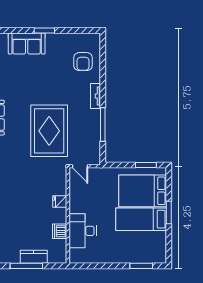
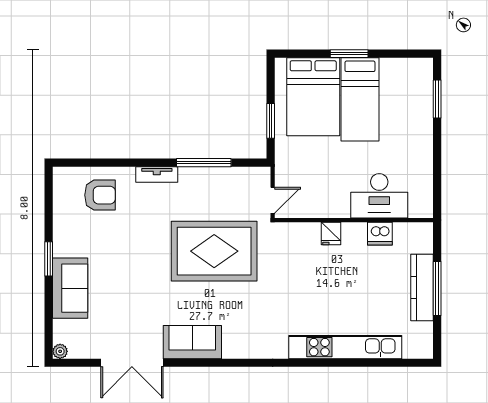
window: (146, 165) -> (271, 121), moved
kitchen counter: (34, 257) -> (422, 287), width x1.50

